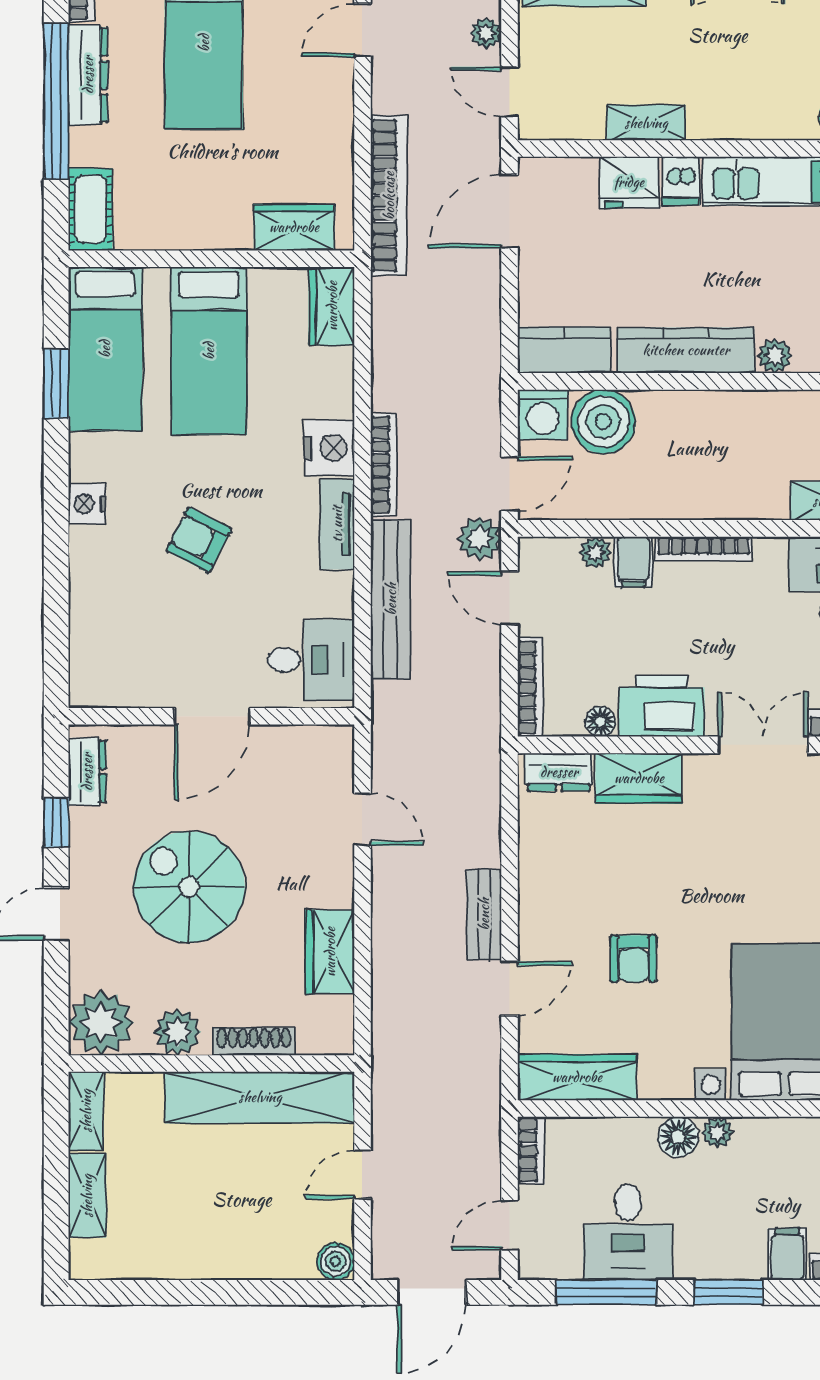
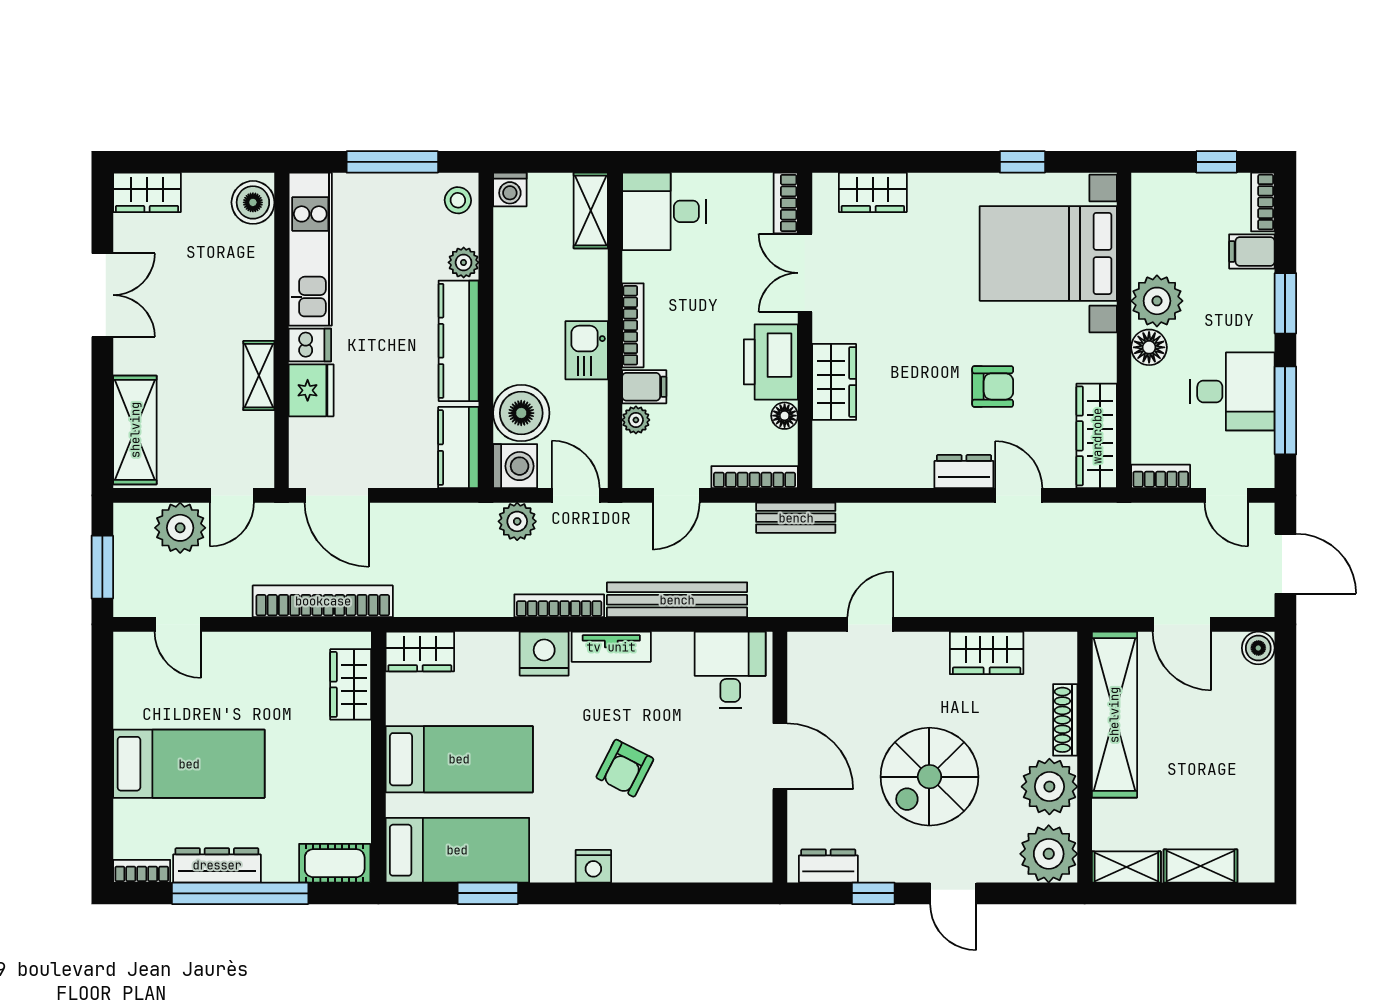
plant: (486, 33) -> (180, 528), width x1.88, depth x1.88
kitchen sink: (675, 496) -> (587, 350), added
plant: (480, 538) -> (517, 521), moved
dresser: (559, 772) -> (964, 472), moved, turned -90
bench: (484, 914) -> (796, 518), moved
plant: (178, 1032) -> (1049, 787), width x1.36, depth x1.36
plant: (717, 1132) -> (1157, 301), width x1.88, depth x1.88
door: (362, 1175) -> (1182, 624), width x1.37

